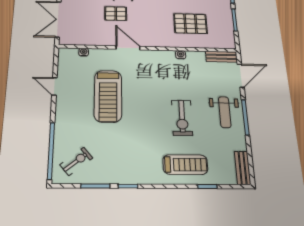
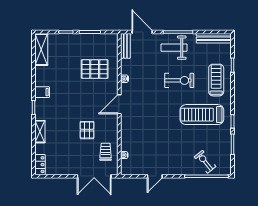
pallet: (190, 24) -> (95, 69), turned 90
trolley: (88, 32) -> (106, 152), added
door: (128, 48) -> (119, 104), moved
treadmill: (108, 96) -> (202, 115), moved, turned 180
weight bench: (225, 112) -> (174, 48), turned 180
exercise bike: (76, 161) -> (205, 162), moved
bench: (243, 168) -> (214, 38), width x1.36

